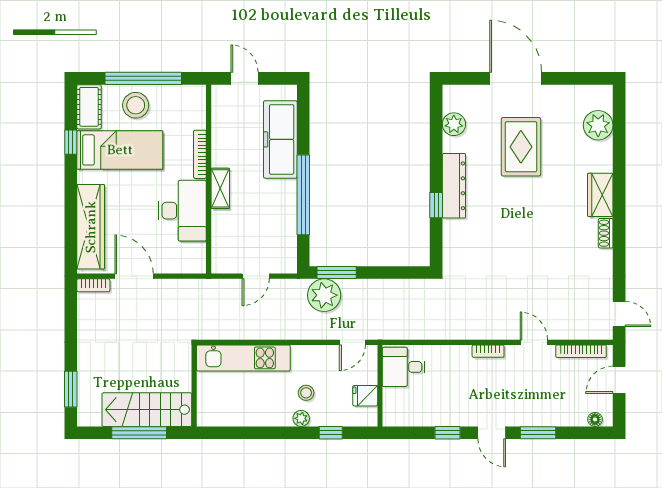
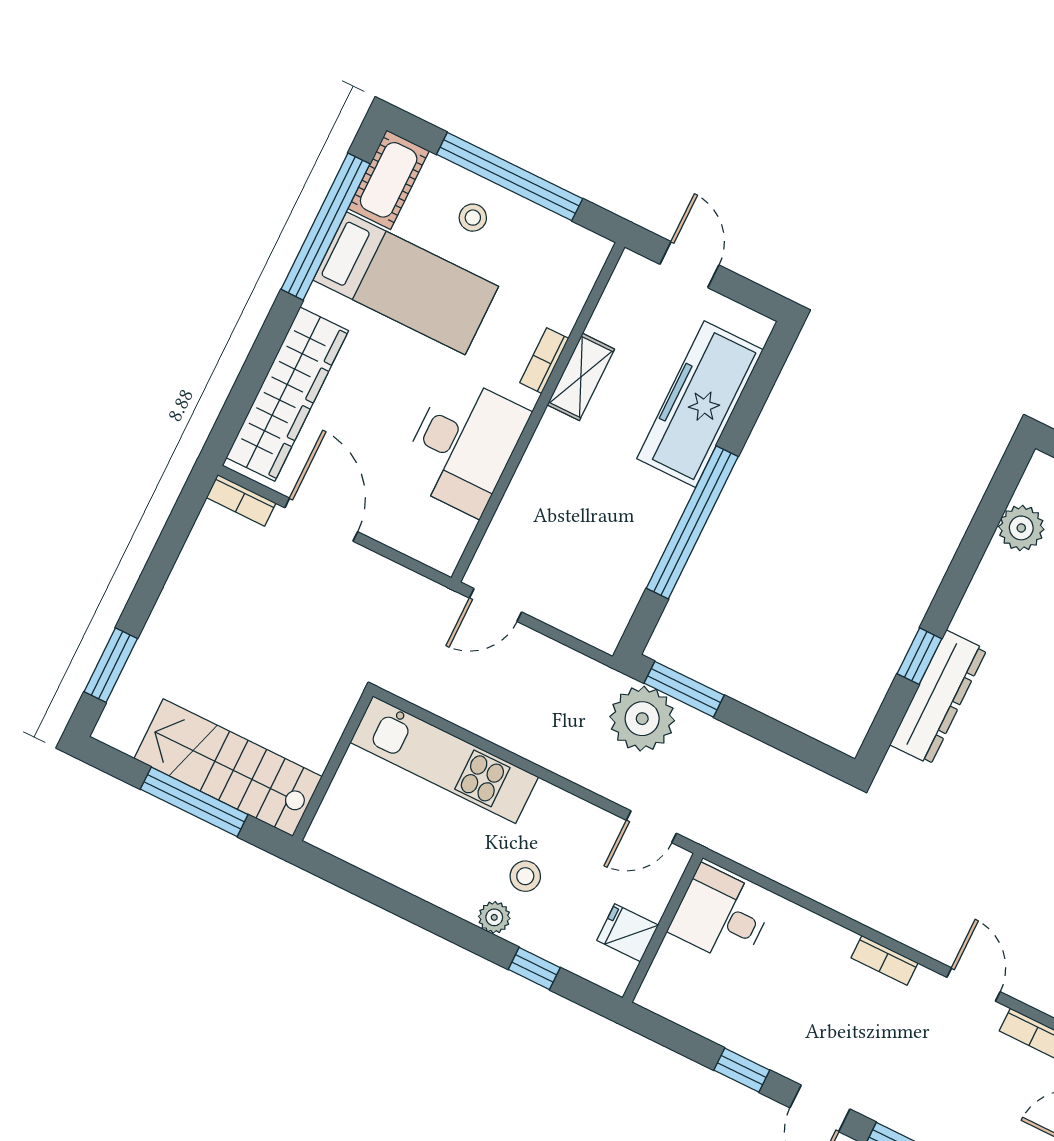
stool: (136, 105) -> (473, 218), width x0.53, depth x0.53
window: (71, 142) -> (325, 227), width x3.17
bookcase: (200, 154) -> (544, 361), width x0.64
dresser: (454, 186) -> (938, 697), moved
shelving: (220, 188) -> (581, 377), moved
door: (256, 276) -> (496, 605), moved

